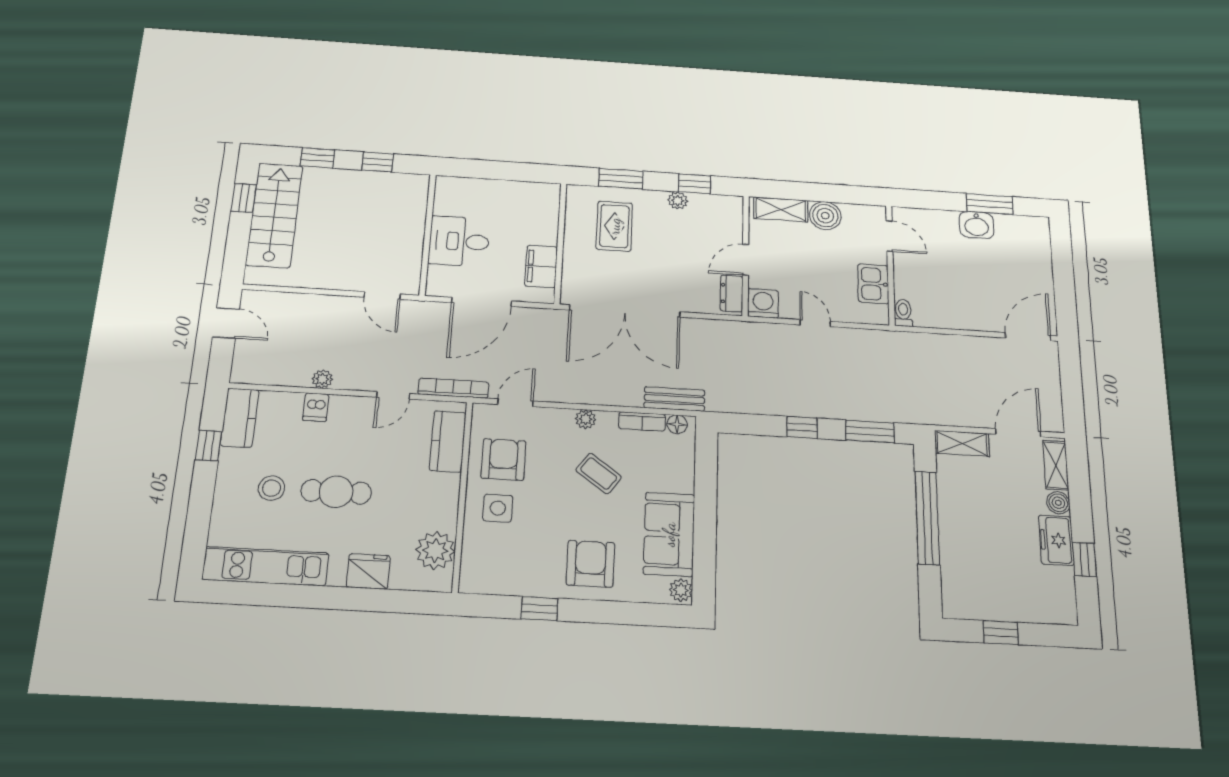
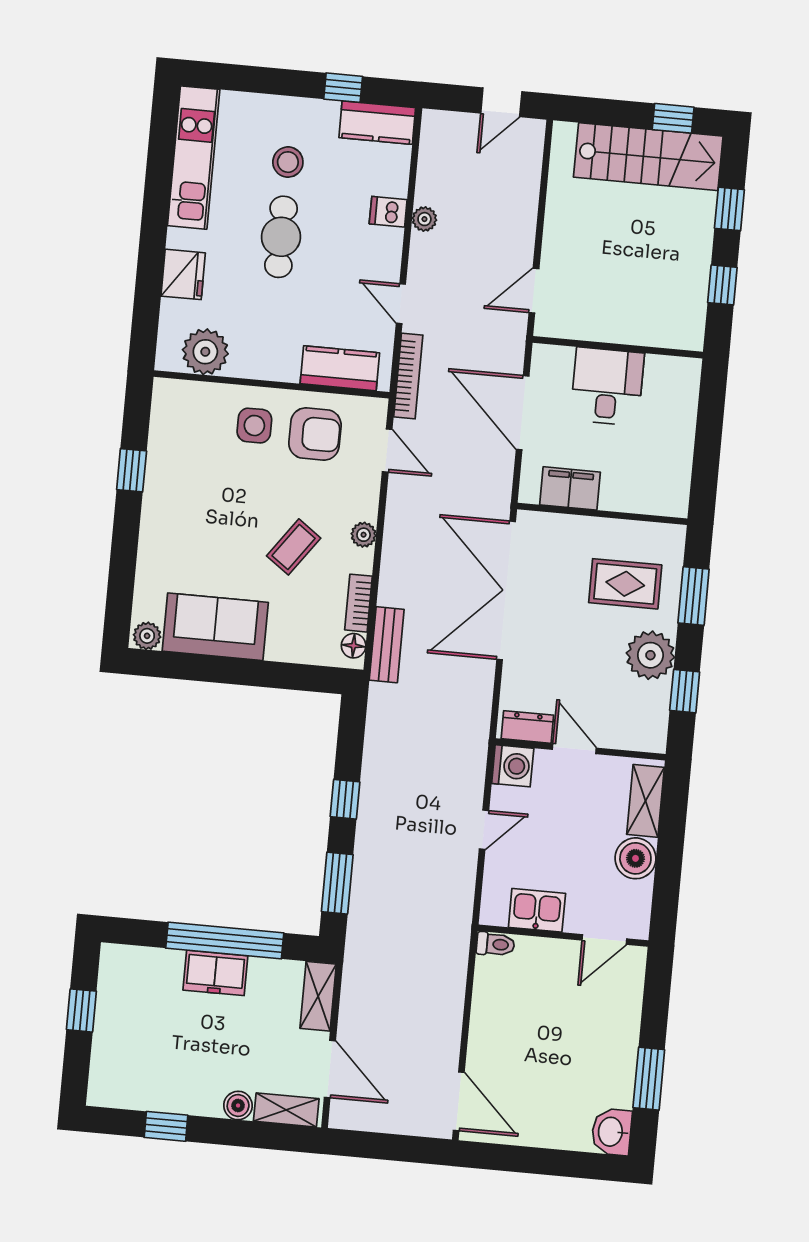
plant: (678, 200) -> (650, 655), width x1.87, depth x1.87
washbasin: (977, 225) -> (612, 1132), moved
freezer: (1056, 540) -> (215, 973), moved, turned 180
armchair: (590, 564) -> (183, 532), removed

